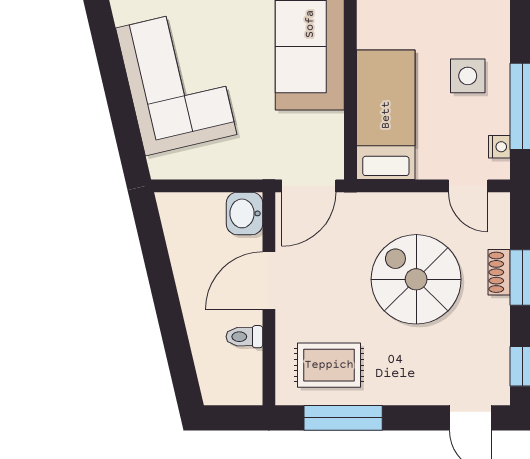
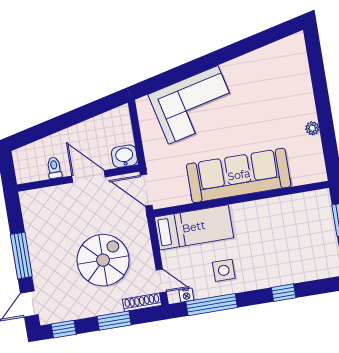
door: (468, 186) -> (161, 281), swing flipped
shoe rack: (499, 272) -> (142, 302), moved, width x1.43
rug: (329, 365) -> (46, 219), removed
window: (343, 418) -> (21, 256), moved

